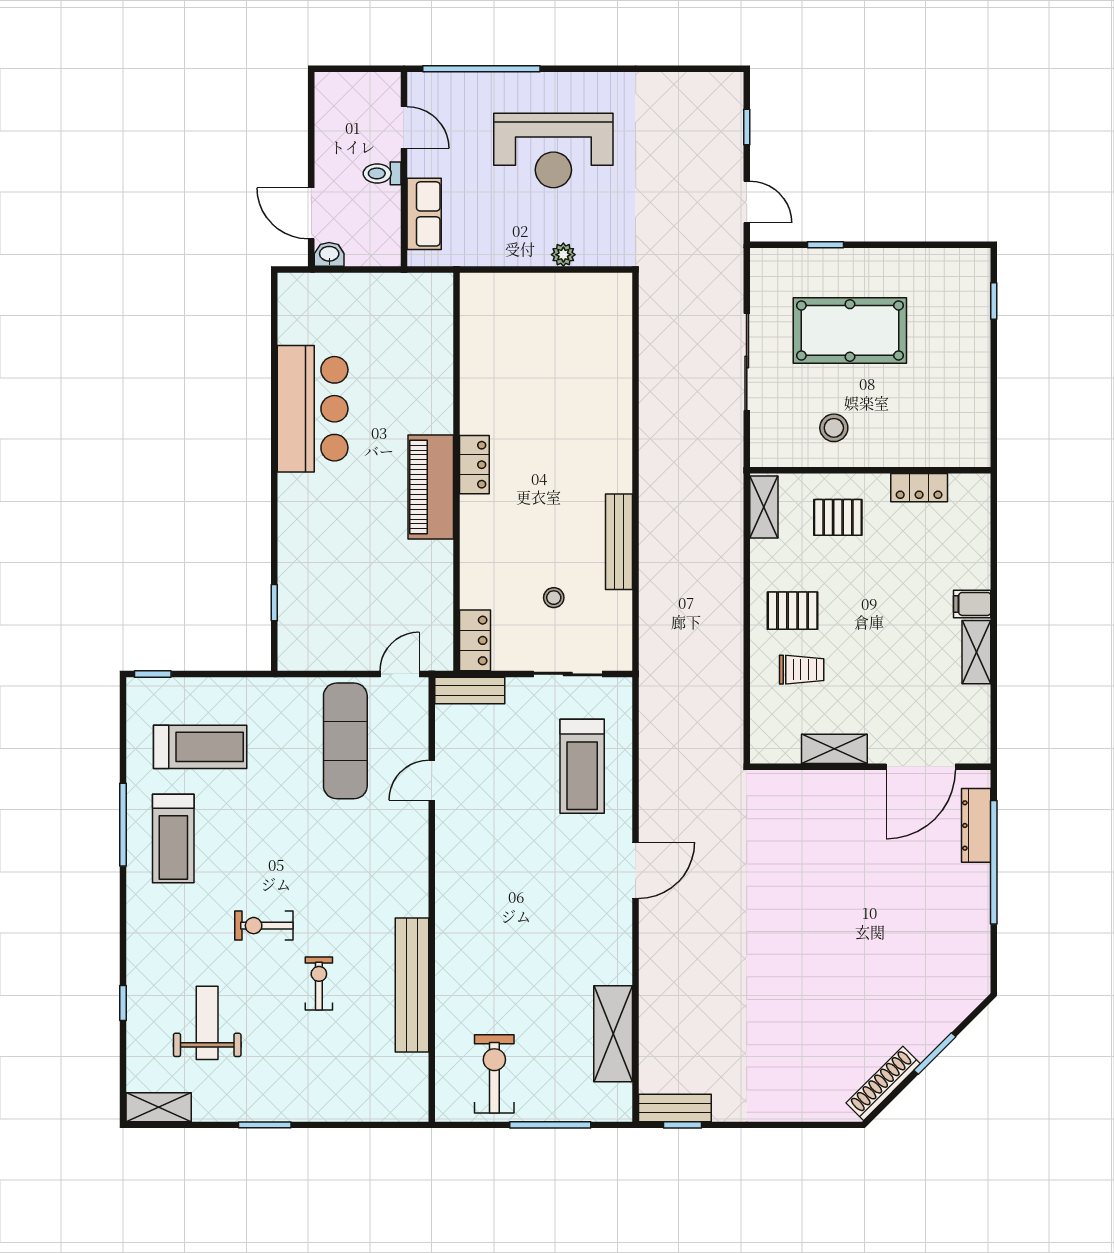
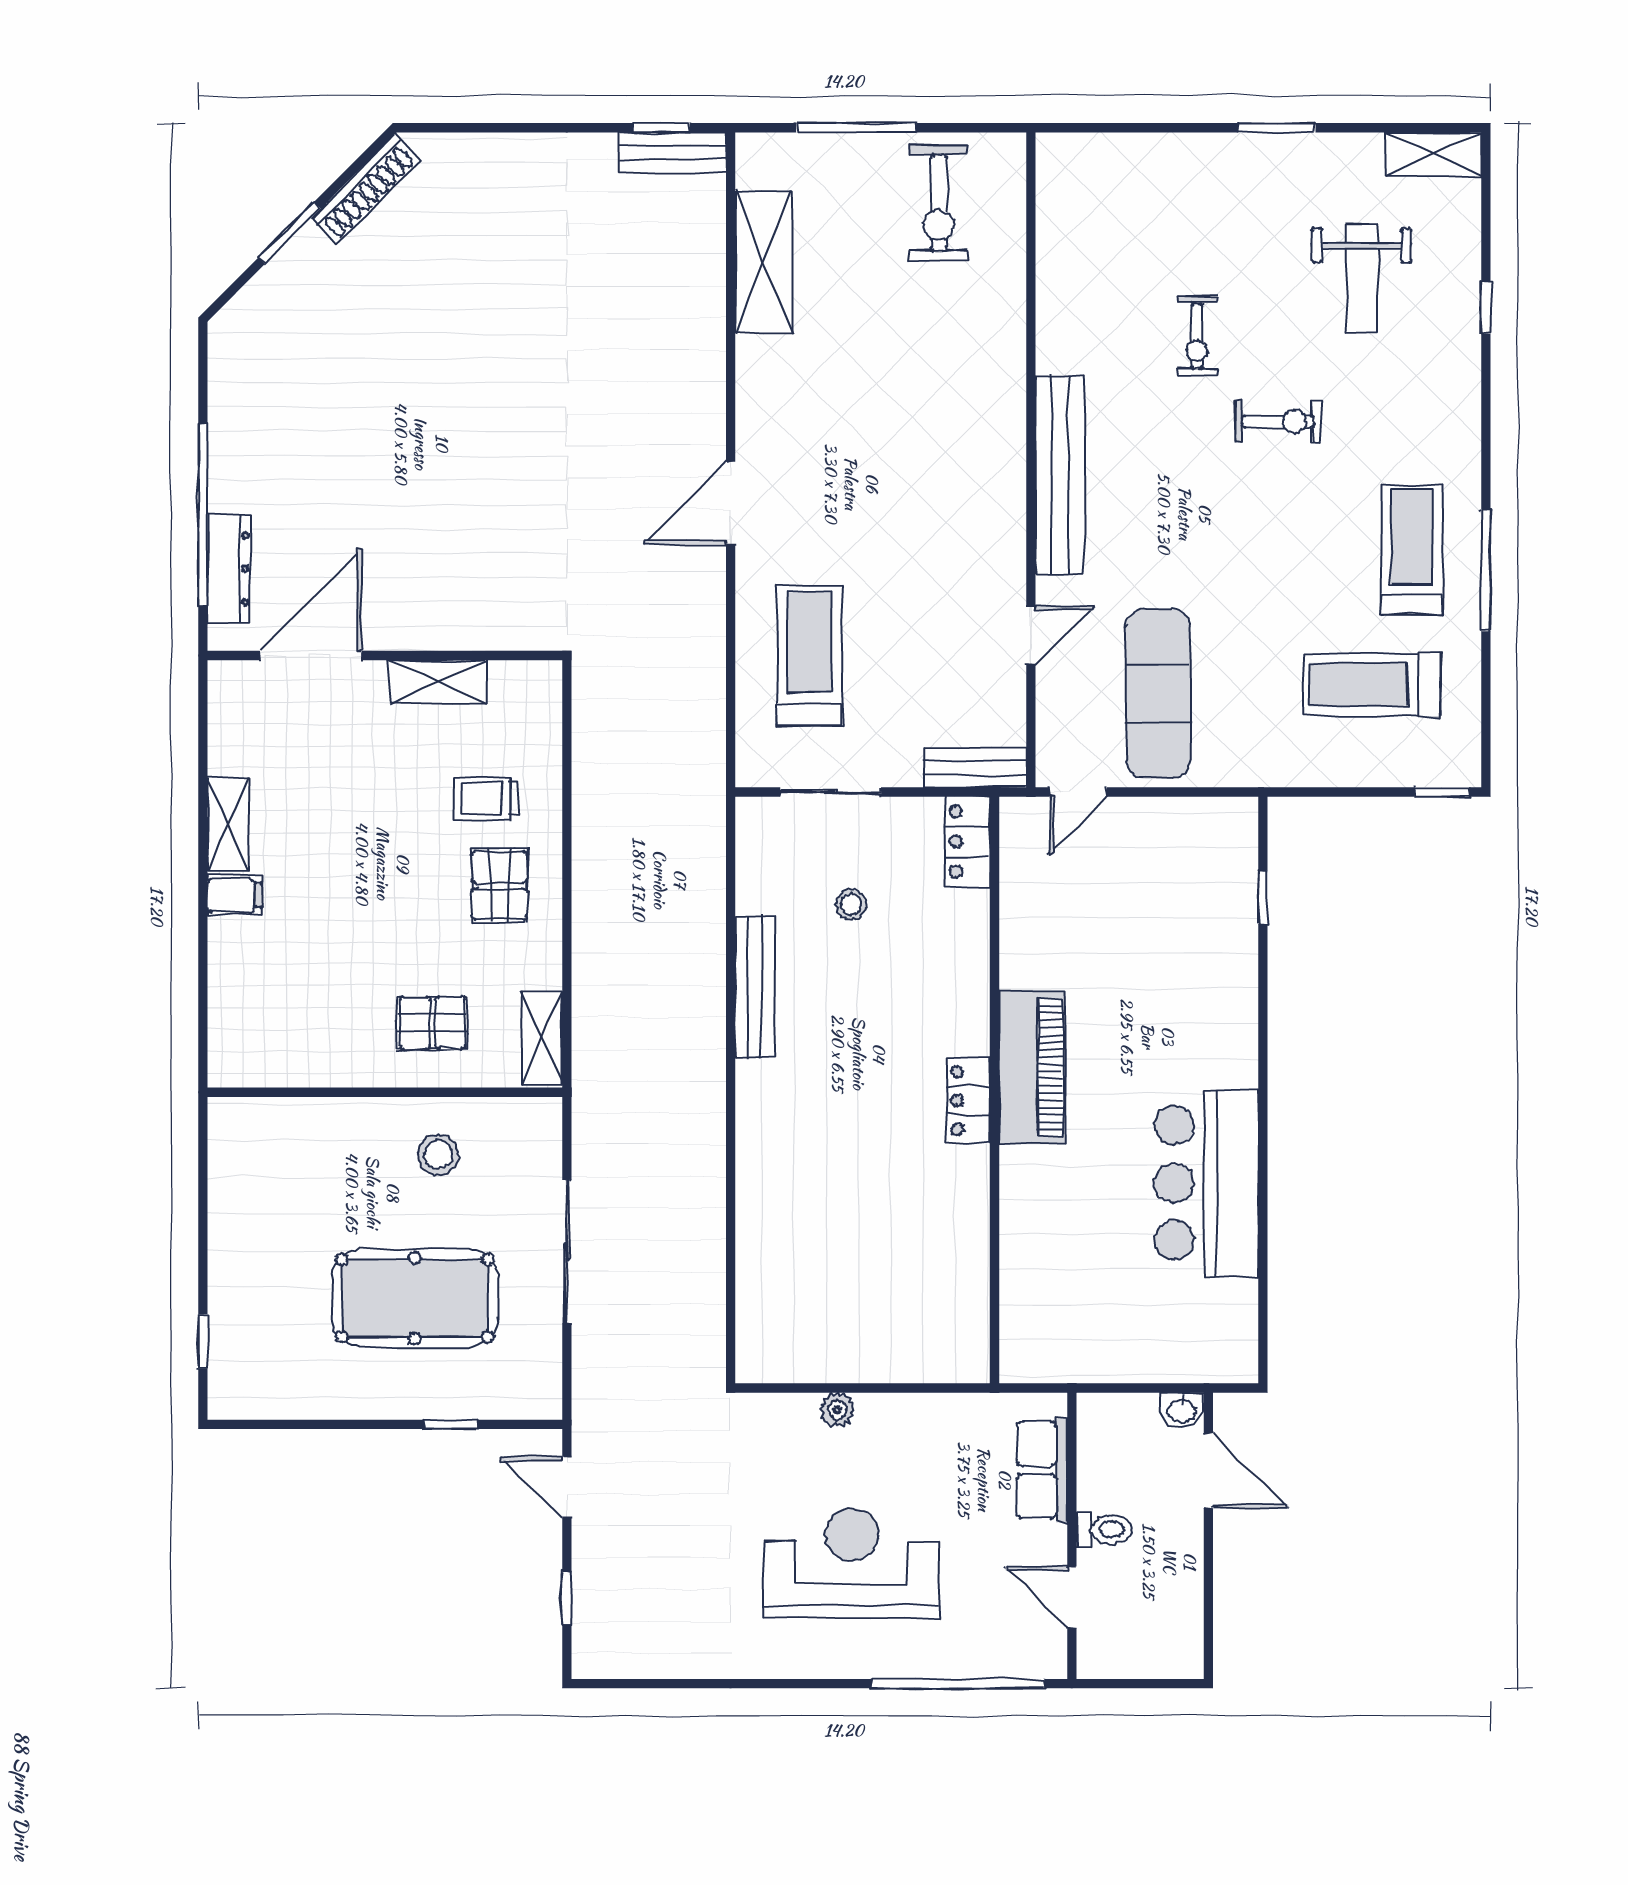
locker: (919, 488) -> (313, 1067), removed
pallet: (793, 611) -> (499, 885), turned 90
bench: (412, 985) -> (1060, 475), moved

